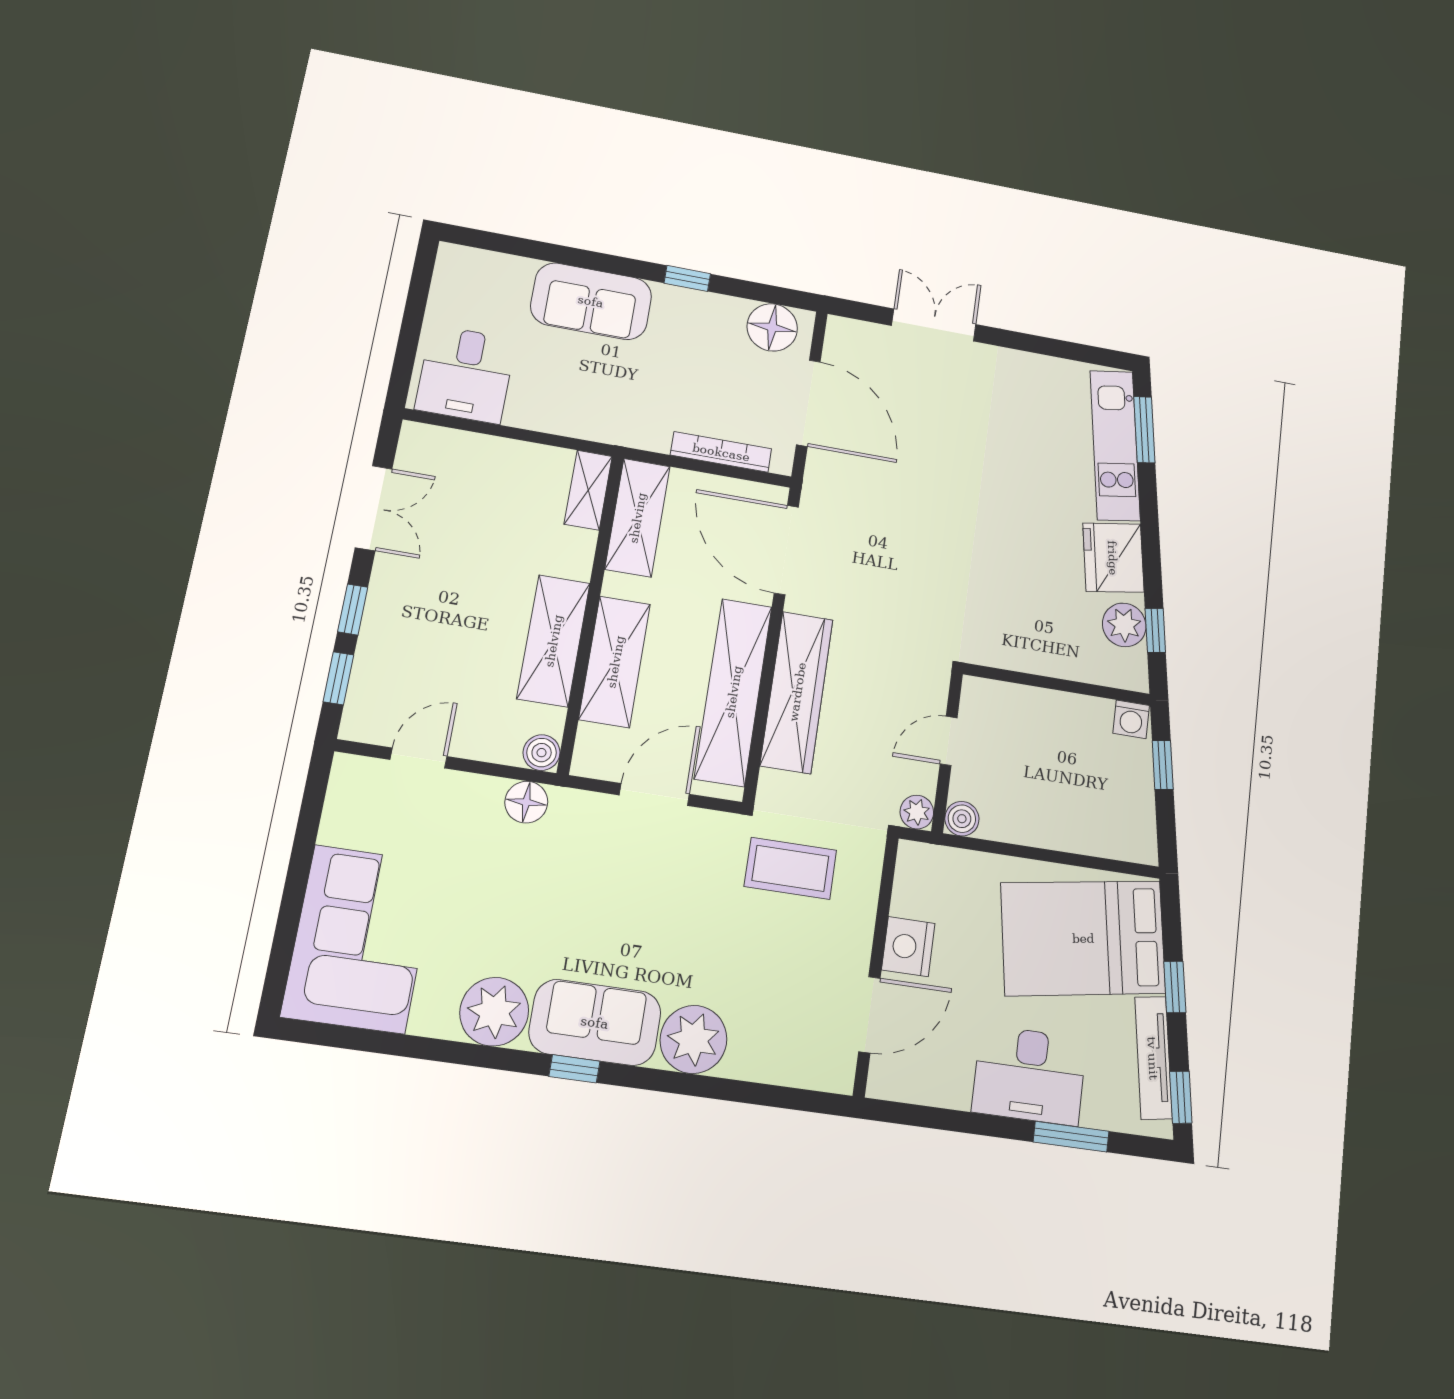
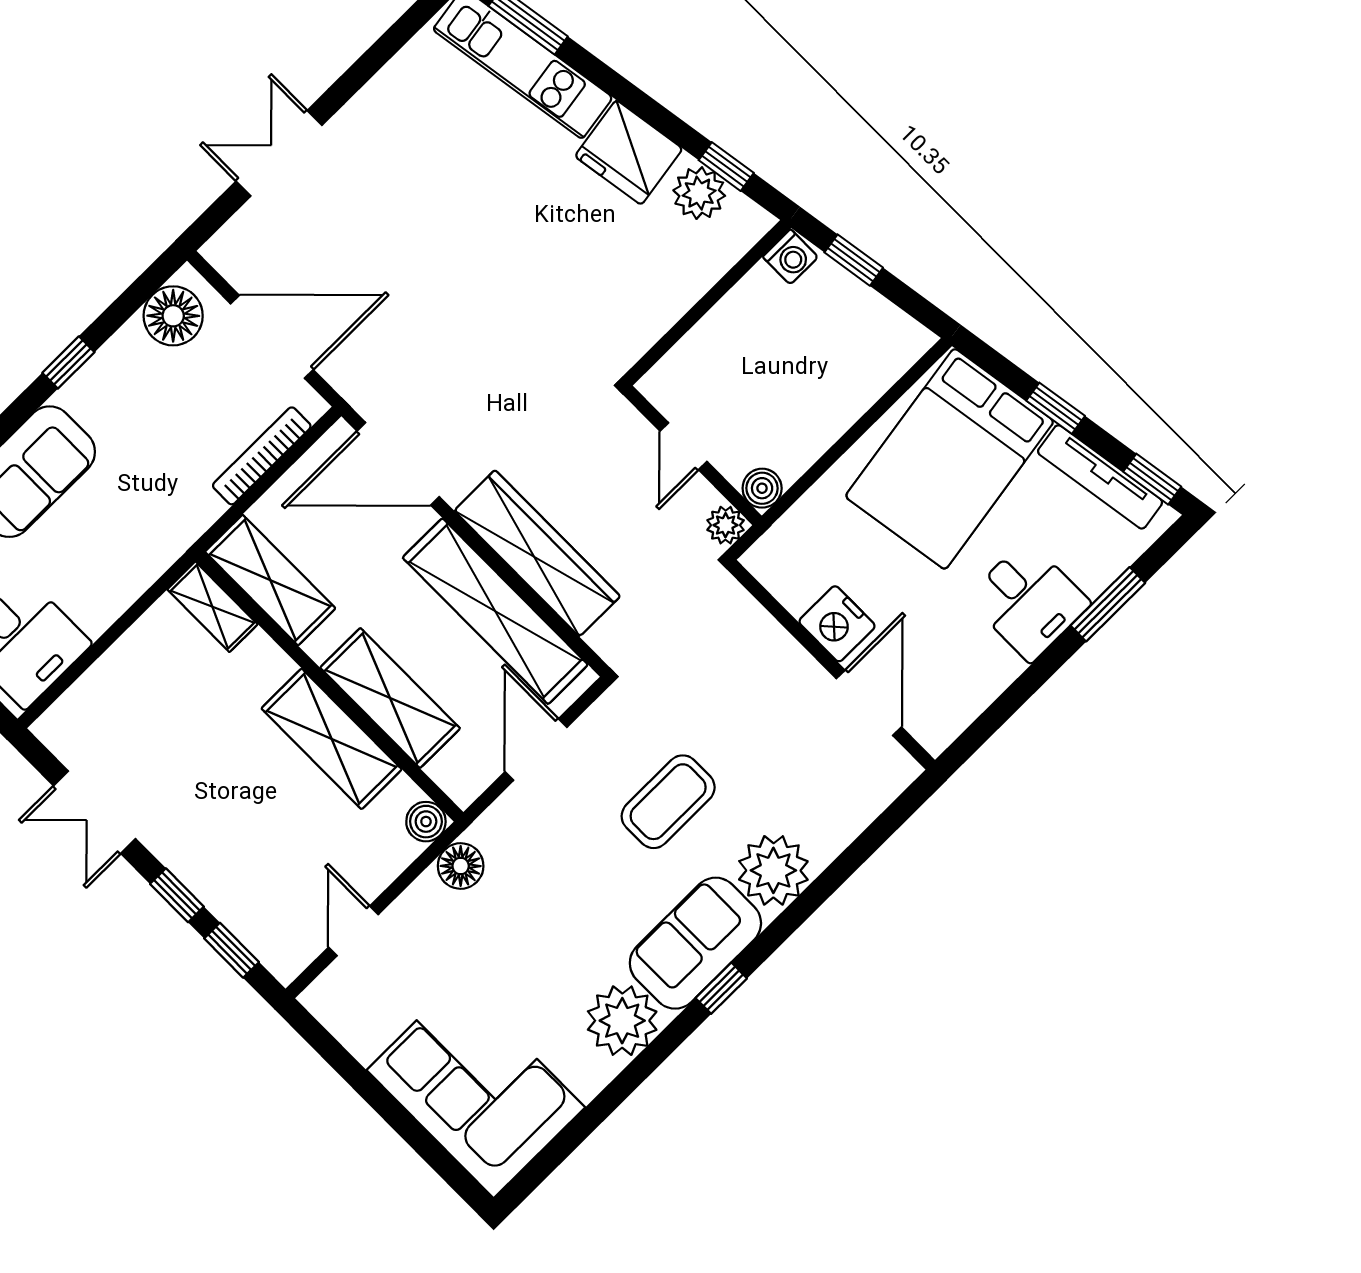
double door: (374, 508) -> (95, 812), swing flipped
coffee table: (790, 868) -> (668, 802), moved
desk: (1029, 1075) -> (1028, 601), width x0.73

